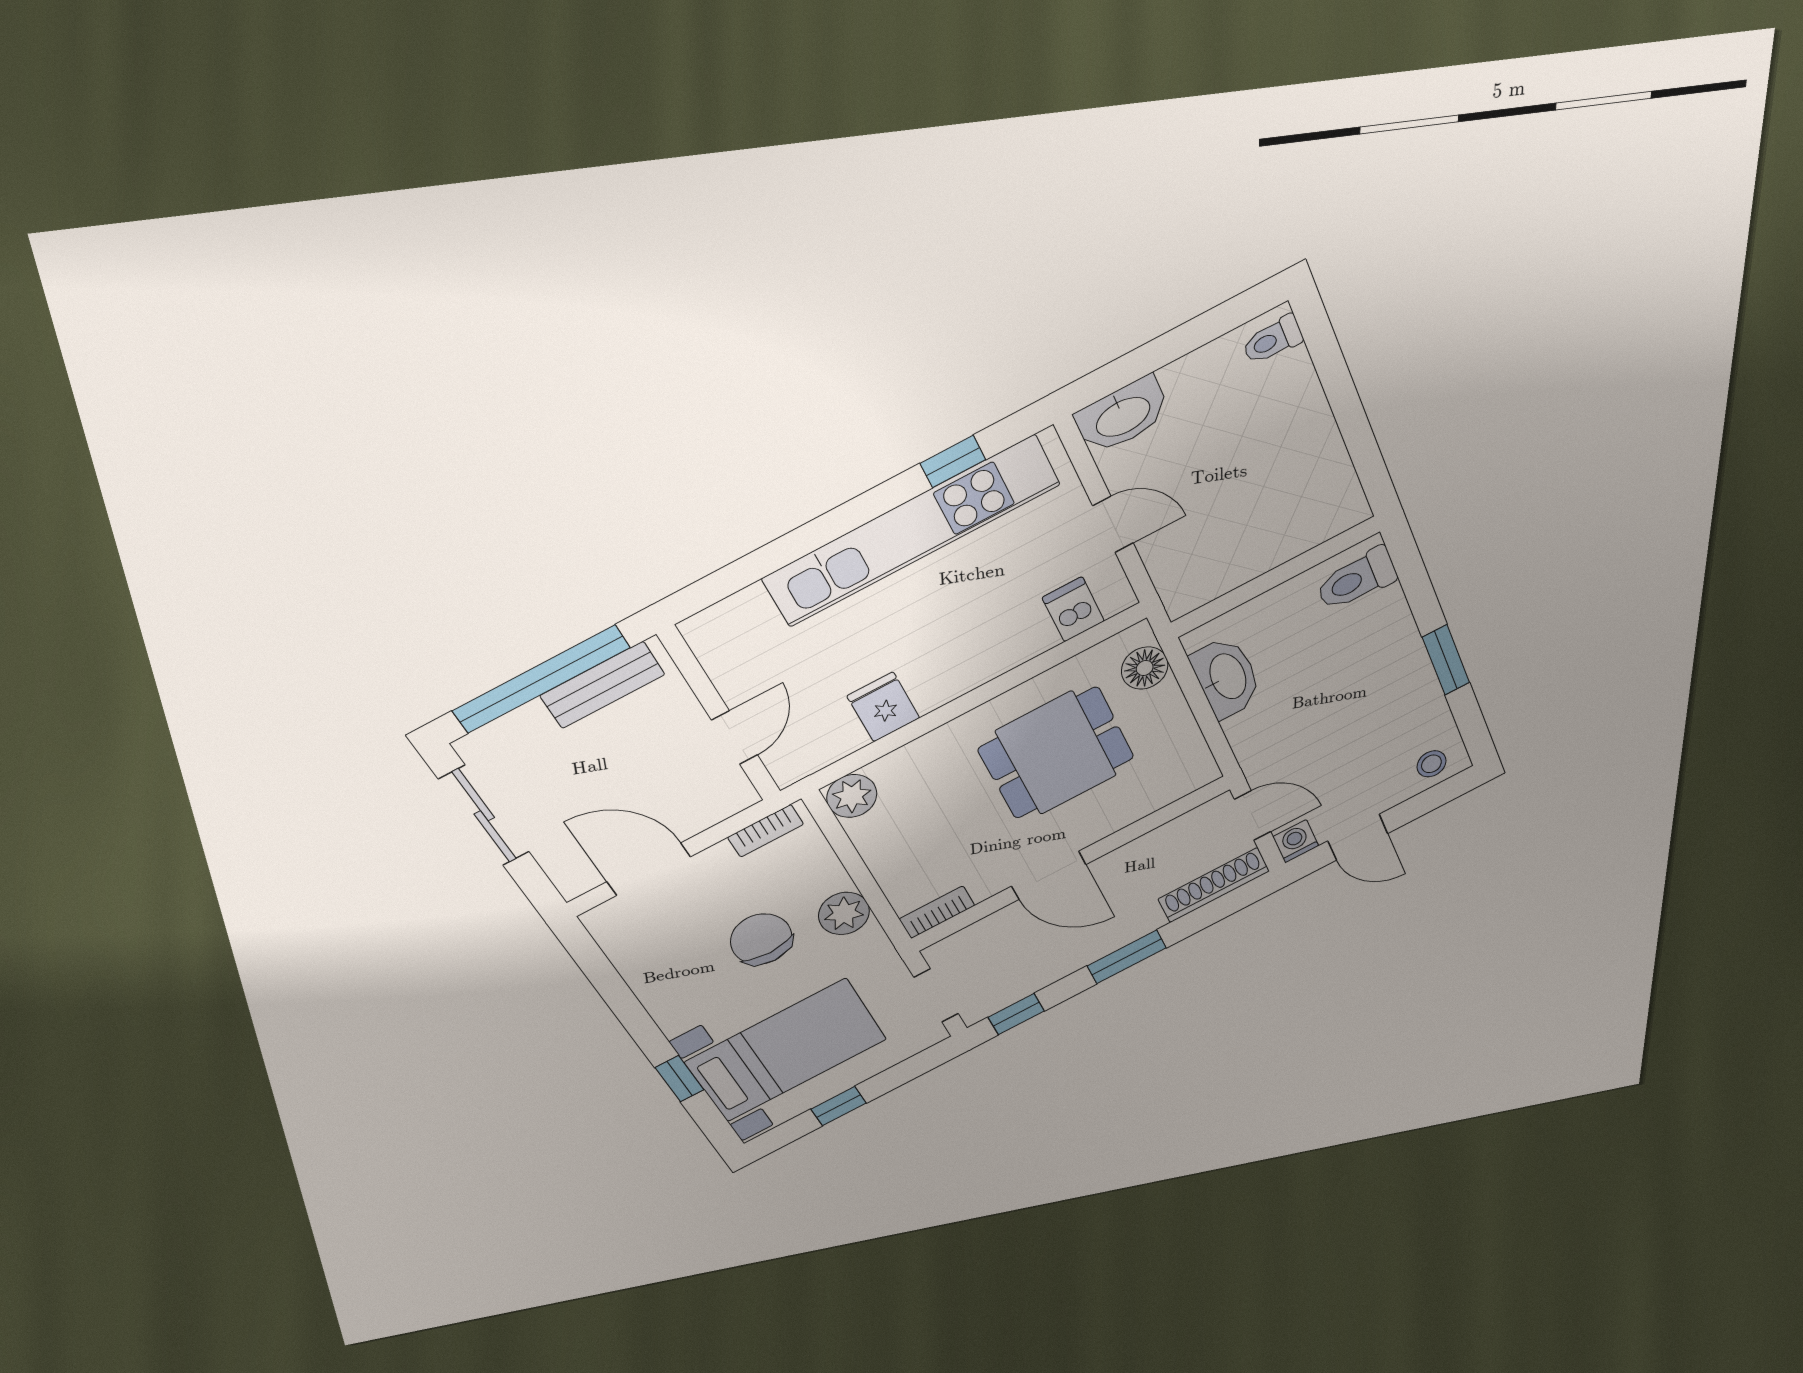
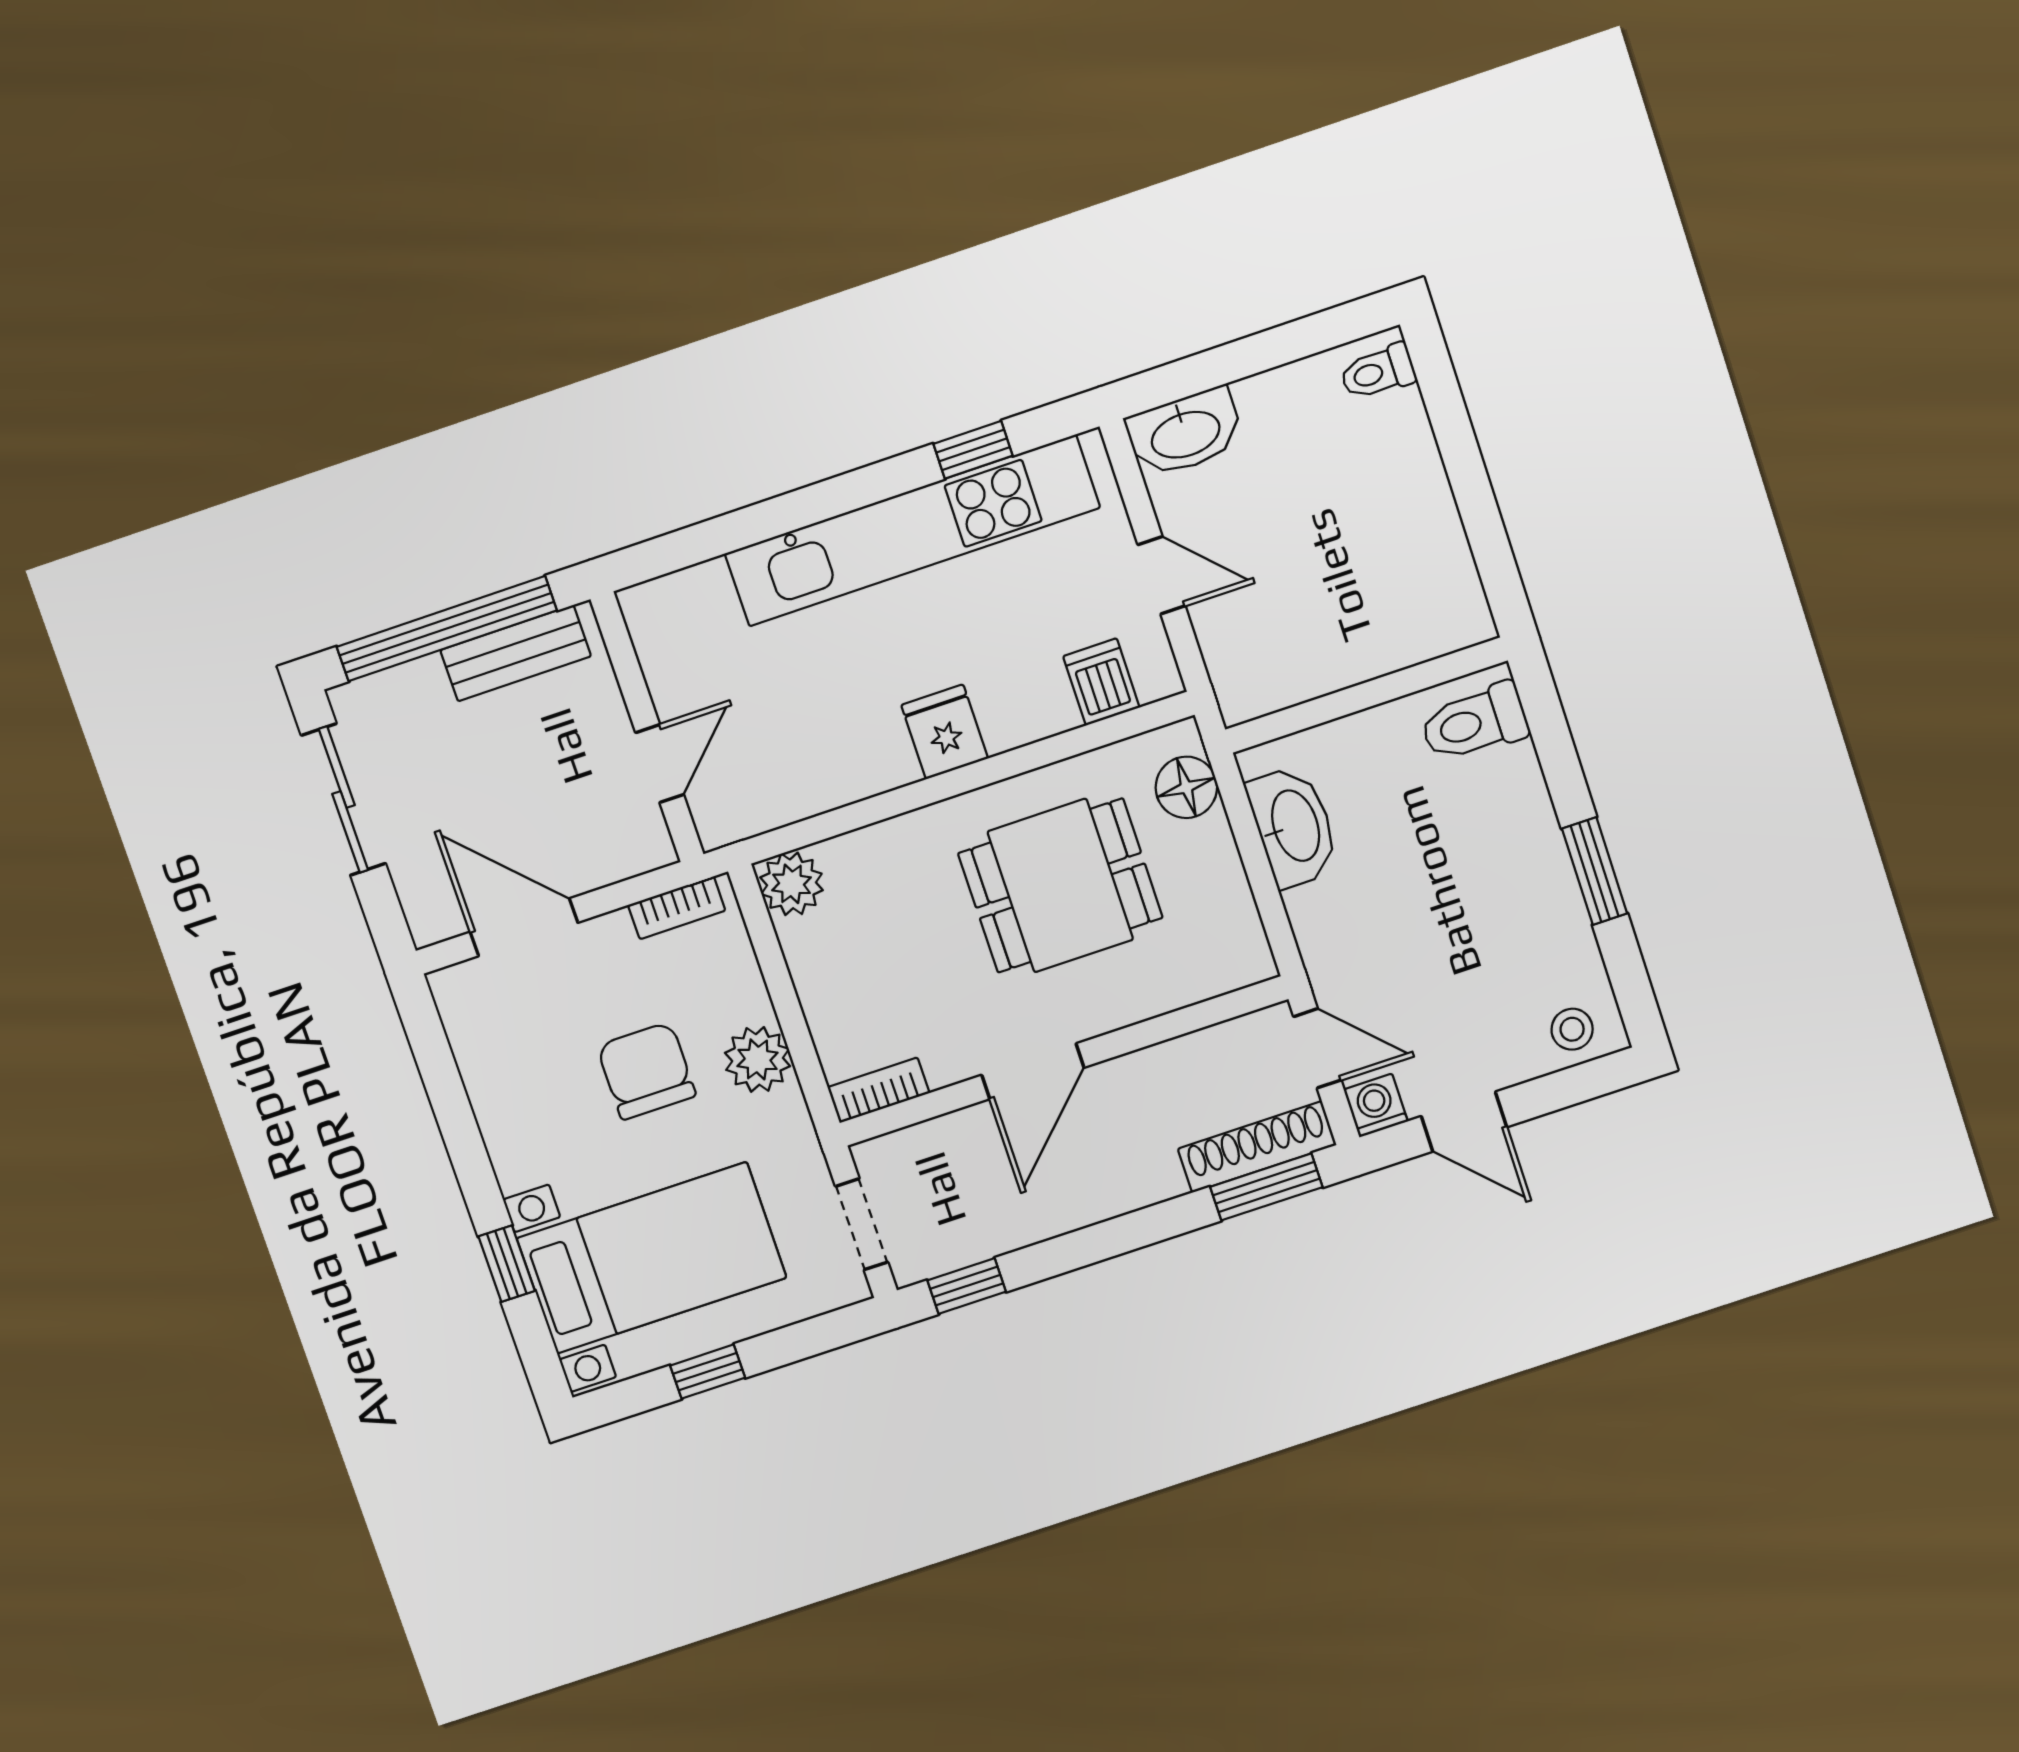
fridge: (883, 707) -> (945, 732), moved
door: (1049, 875) -> (1033, 1071), hinge flipped
window: (1127, 957) -> (1266, 1187), moved

